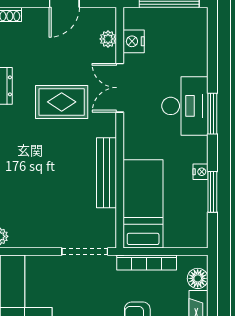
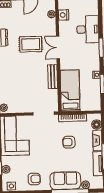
double door: (120, 88) -> (58, 47), moved
desk: (185, 106) -> (88, 29), moved
bench: (107, 173) -> (53, 77), width x0.73

